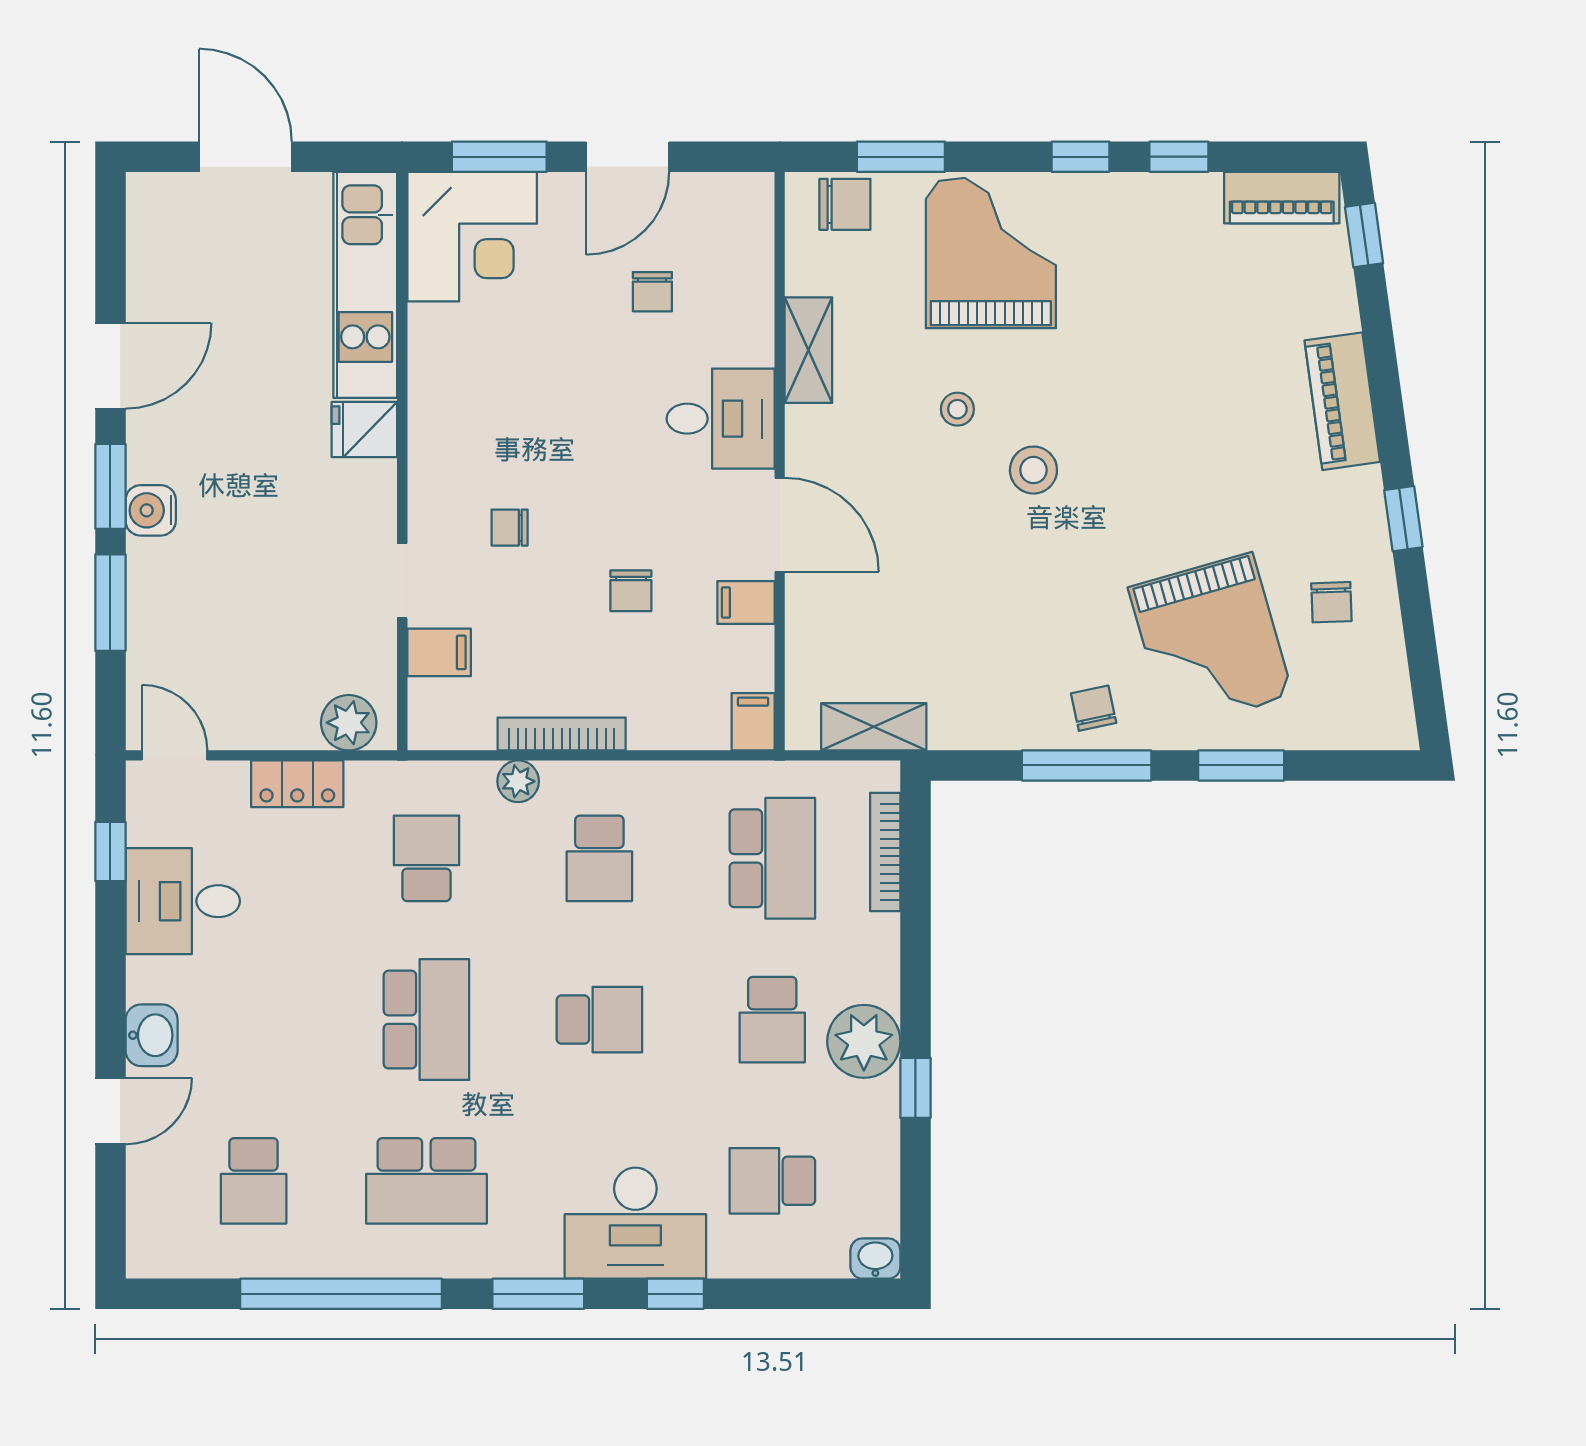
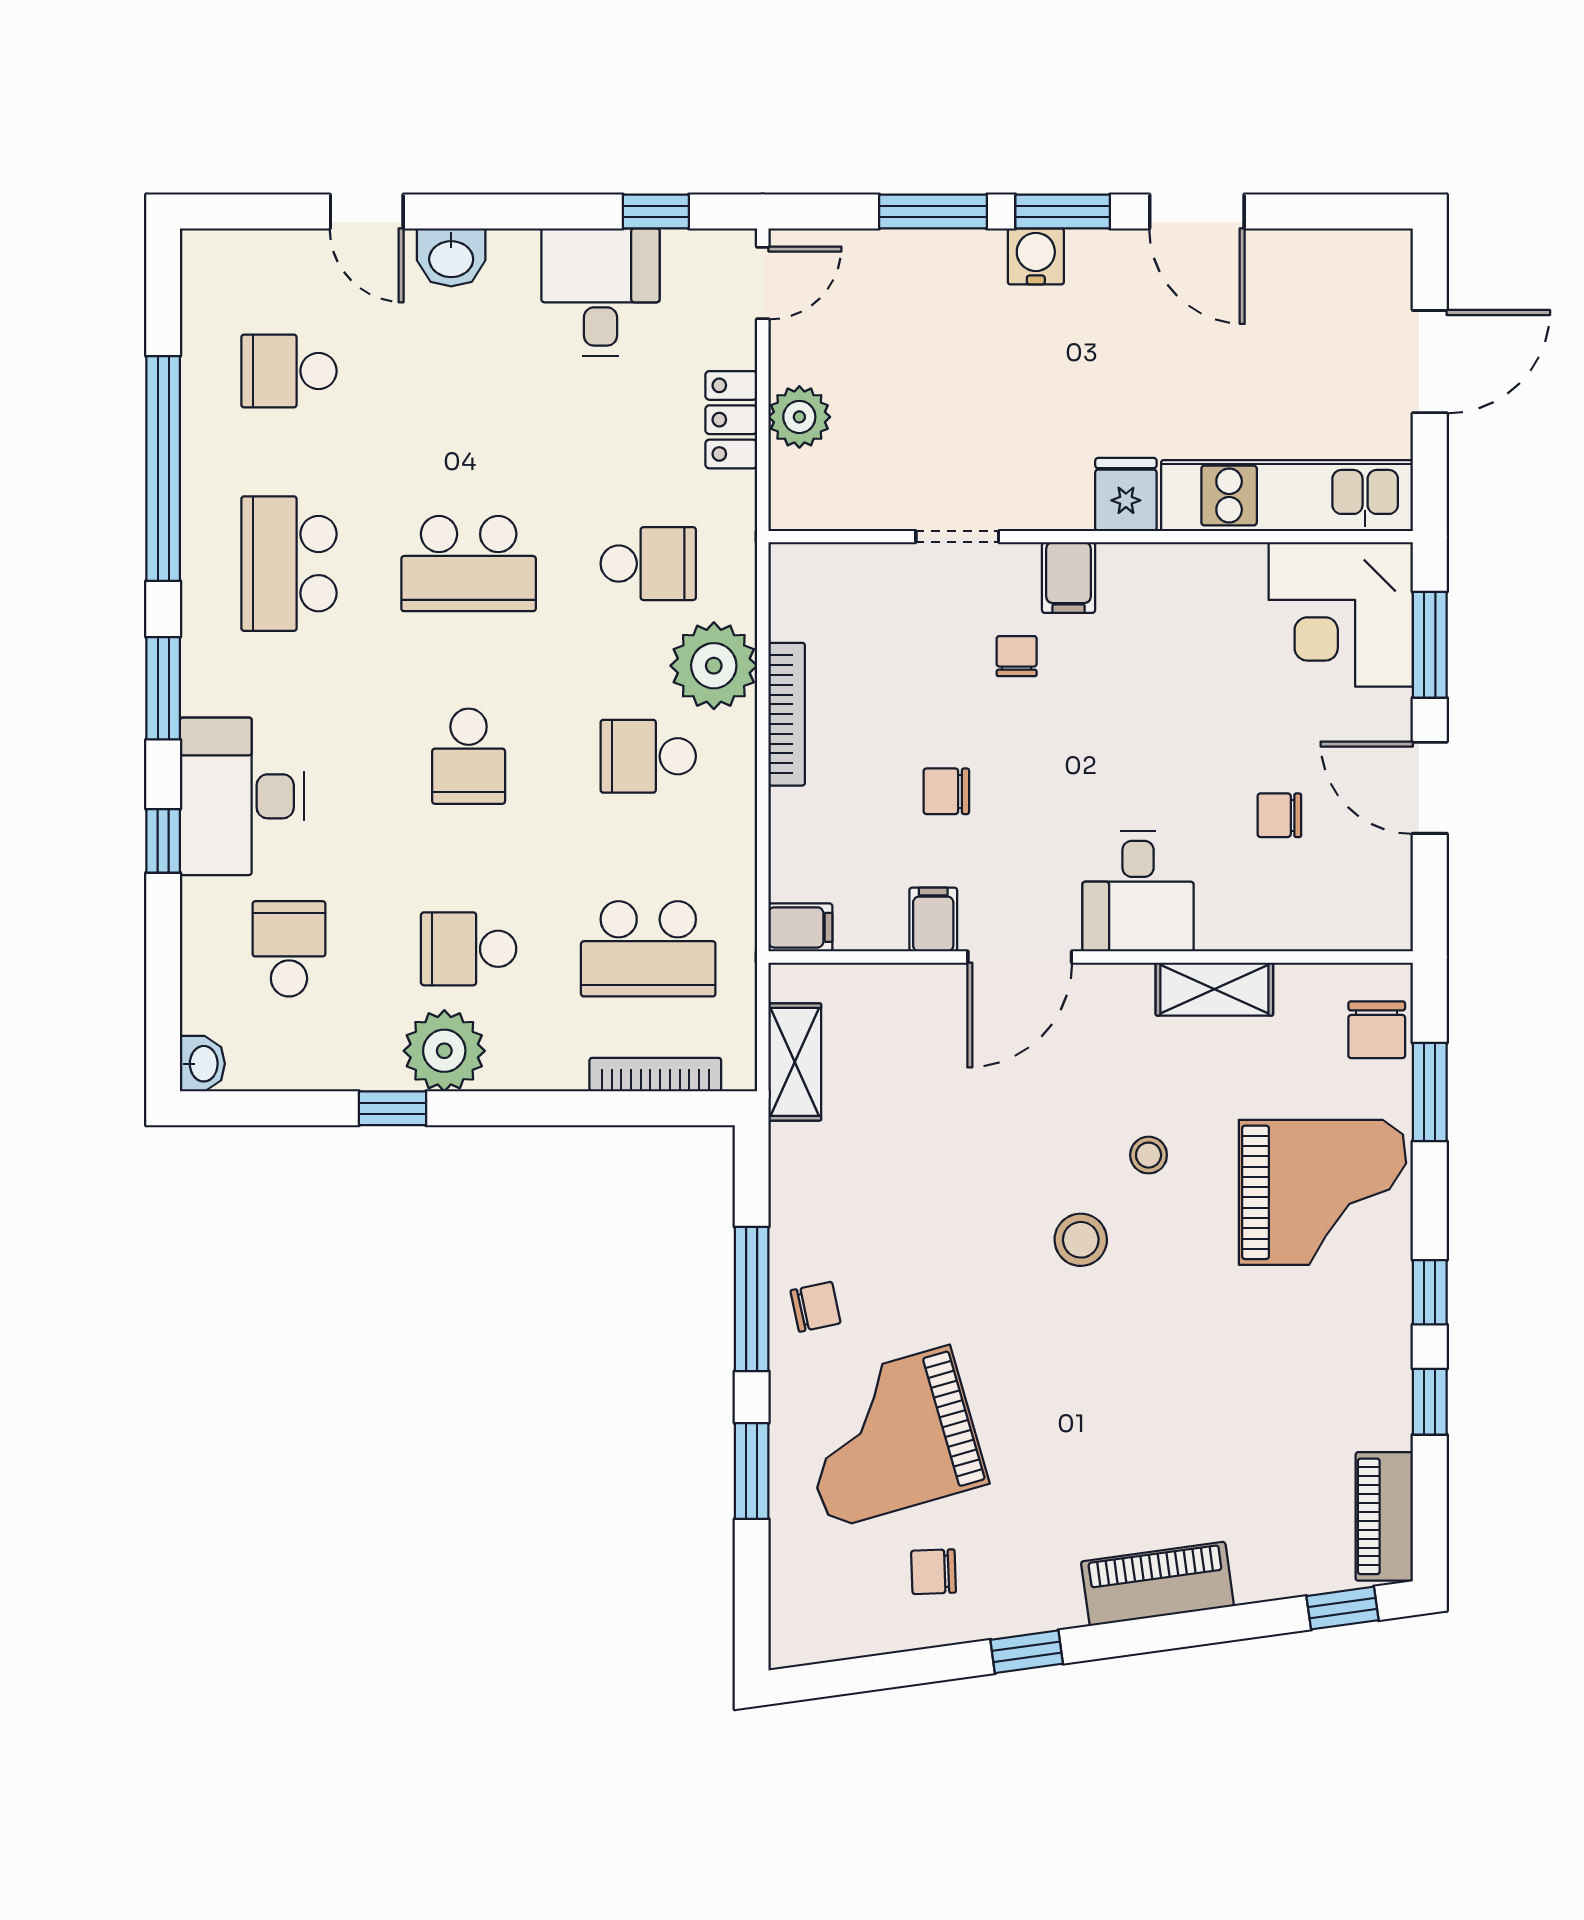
filing cabinet: (439, 652) -> (1069, 578), moved
plant: (349, 723) -> (799, 417), moved
plant: (518, 781) -> (714, 666), width x1.88, depth x1.88

